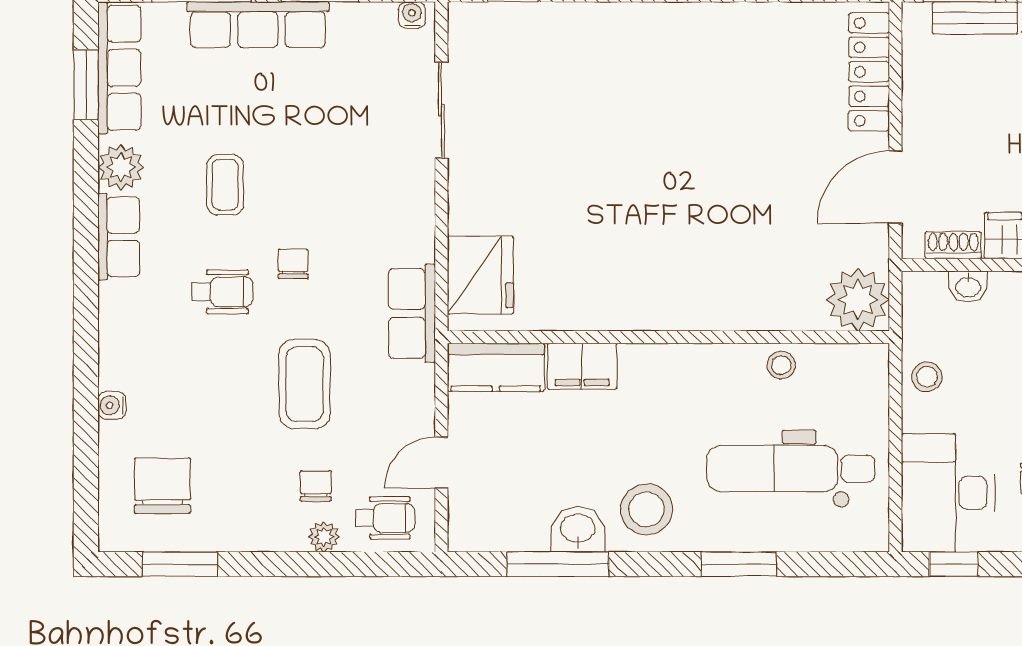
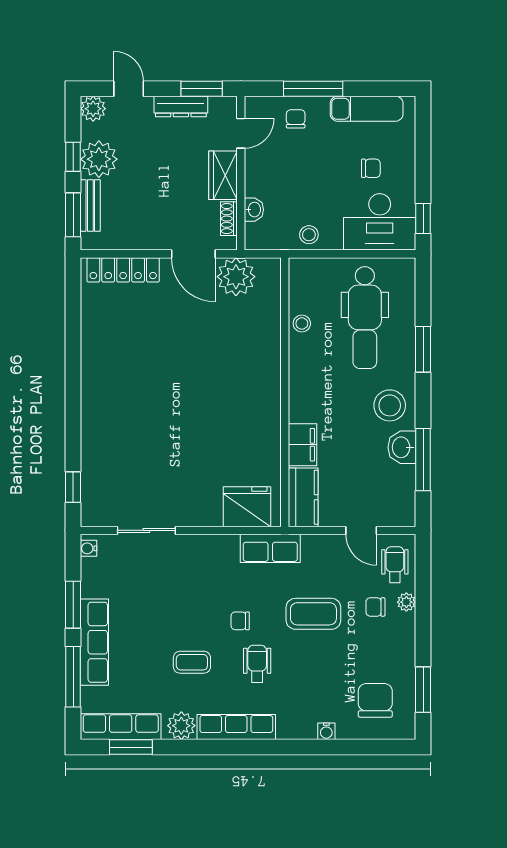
row of seats: (119, 237) -> (236, 727), width x1.48
plant: (858, 300) -> (236, 277), moved
chair: (162, 486) -> (375, 700), turned 90

